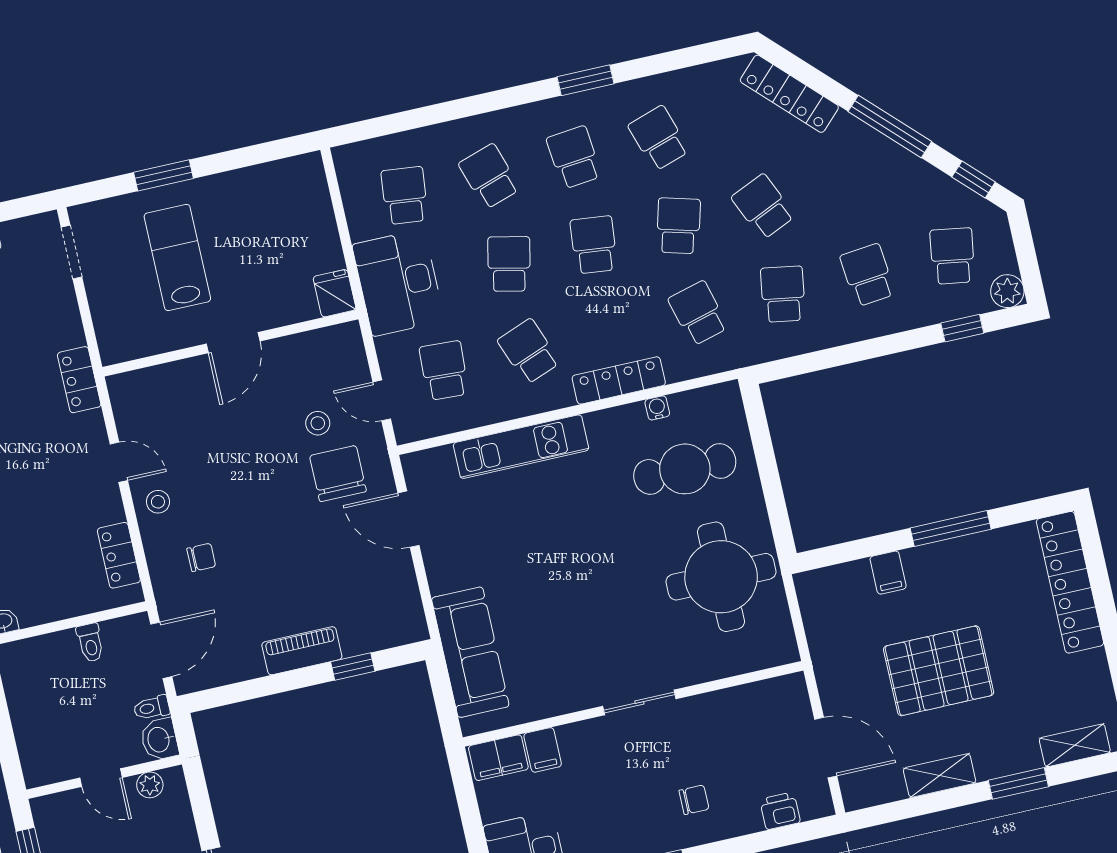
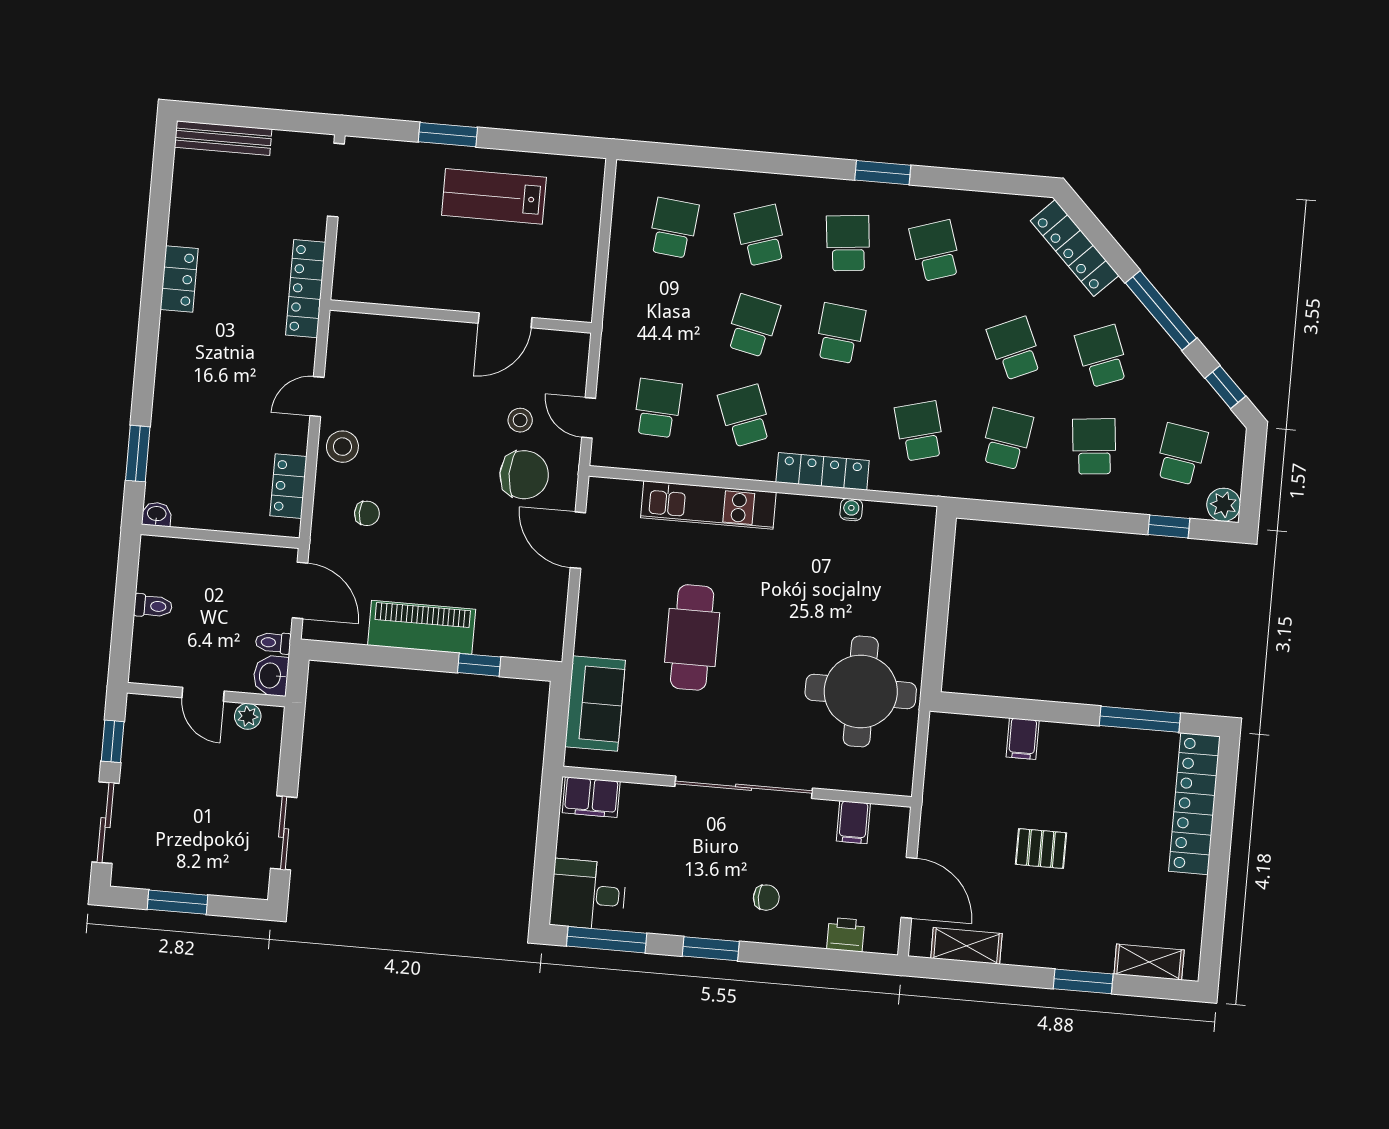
school desk: (678, 226) -> (1102, 356), moved, turned -36
doorway: (71, 252) -> (336, 180), width x1.38
lab bench: (177, 257) -> (494, 196), moved, turned -90
desk: (398, 283) -> (641, 310), removed
fridge: (335, 293) -> (576, 300), removed
door: (233, 343) -> (505, 320), moved
locker: (79, 380) -> (306, 289), width x1.53
door: (119, 462) -> (317, 397), swing flipped
cafe table: (685, 469) -> (692, 637), moved, turned 90
chair: (338, 474) -> (524, 475), turned 90
stool: (158, 502) -> (342, 447), width x1.37, depth x1.37
window: (951, 529) -> (1140, 719), moved
toilet: (90, 643) -> (153, 606), moved, turned -90
door: (161, 650) -> (300, 590), hinge flipped
piano: (302, 651) -> (422, 627), width x1.37, depth x1.33
sofa: (470, 652) -> (595, 703), width x0.73
pallet: (939, 671) -> (1041, 849), width x0.49, depth x0.50
sliding door: (639, 702) -> (744, 787), width x1.86
filing cabinet: (543, 750) -> (853, 822), moved
shelving: (940, 776) -> (966, 946), moved

